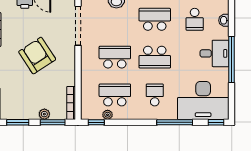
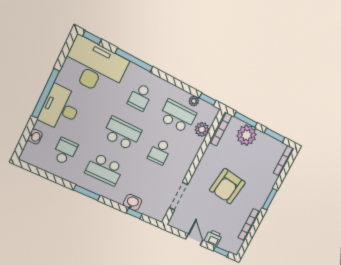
doorway: (78, 26) -> (179, 196), width x0.73
desk: (215, 53) -> (60, 108), width x1.37
armchair: (37, 56) -> (227, 186), turned 41
school desk: (115, 57) -> (160, 152), width x0.54
plant: (88, 94) -> (202, 129), added
school desk: (115, 95) -> (178, 116), turned 180
plant: (44, 114) -> (247, 135), width x1.88, depth x1.88

